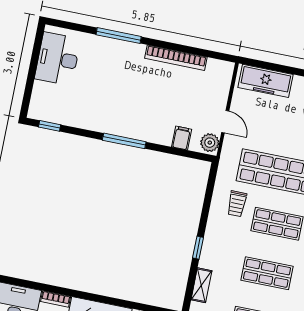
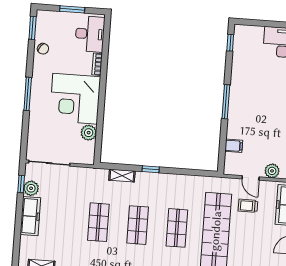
door: (225, 122) -> (251, 178), hinge flipped
plant: (210, 143) -> (272, 171), moved
trolley: (237, 204) -> (248, 206), moved

